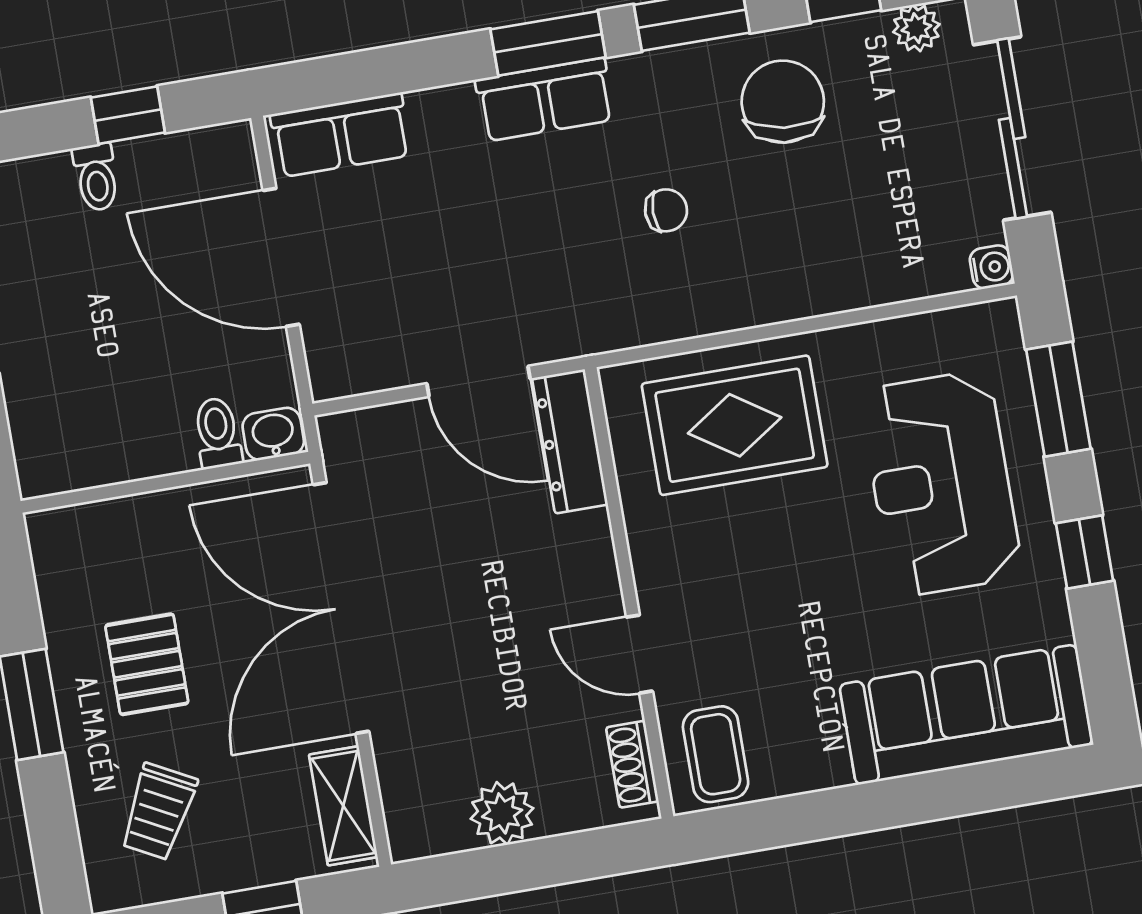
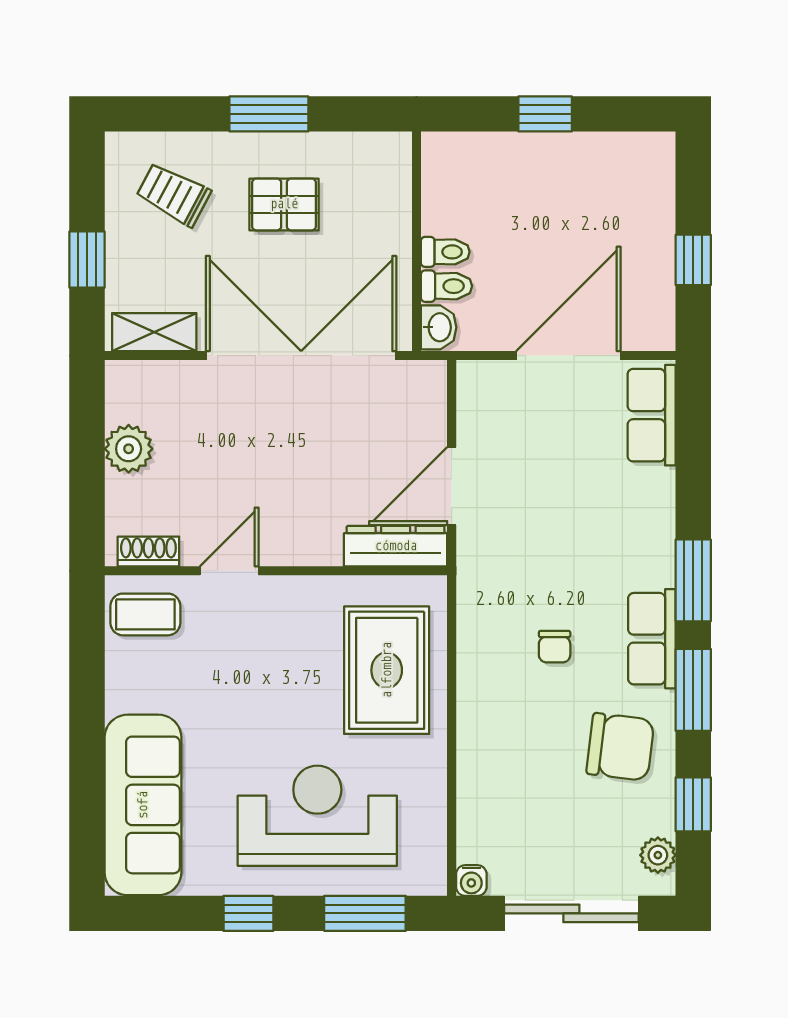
row of seats: (545, 100) -> (652, 639), moved
toilet: (96, 177) -> (445, 252), moved, turned 180

